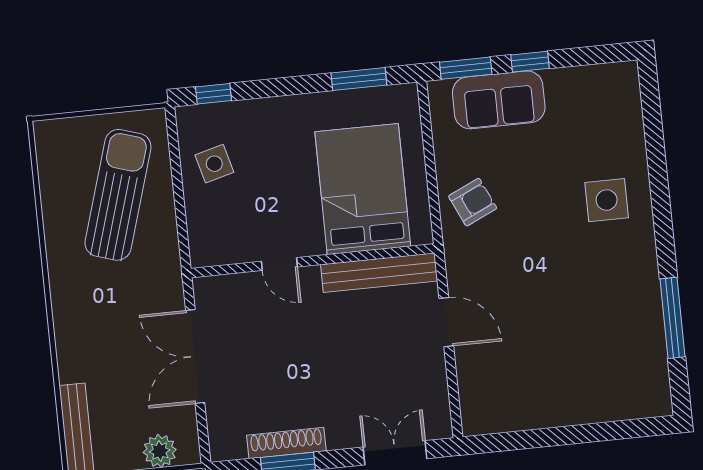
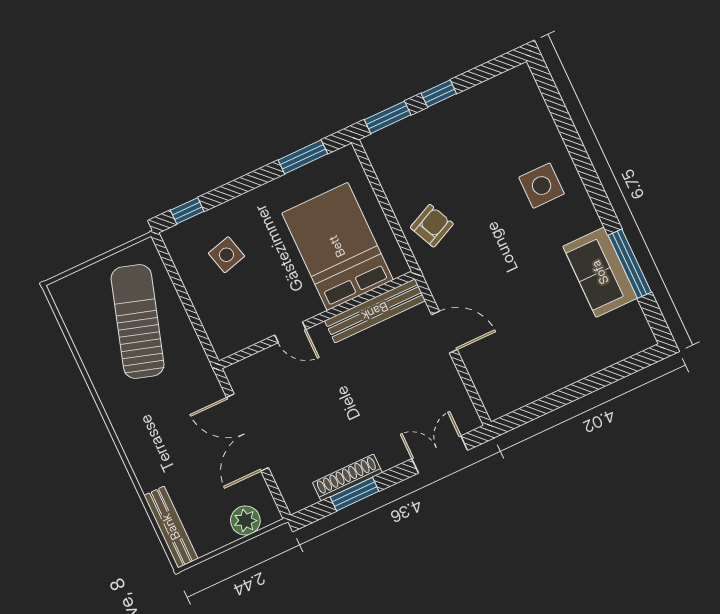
sofa: (499, 100) -> (600, 272), moved, turned 90
side table: (214, 164) -> (226, 255), moved

